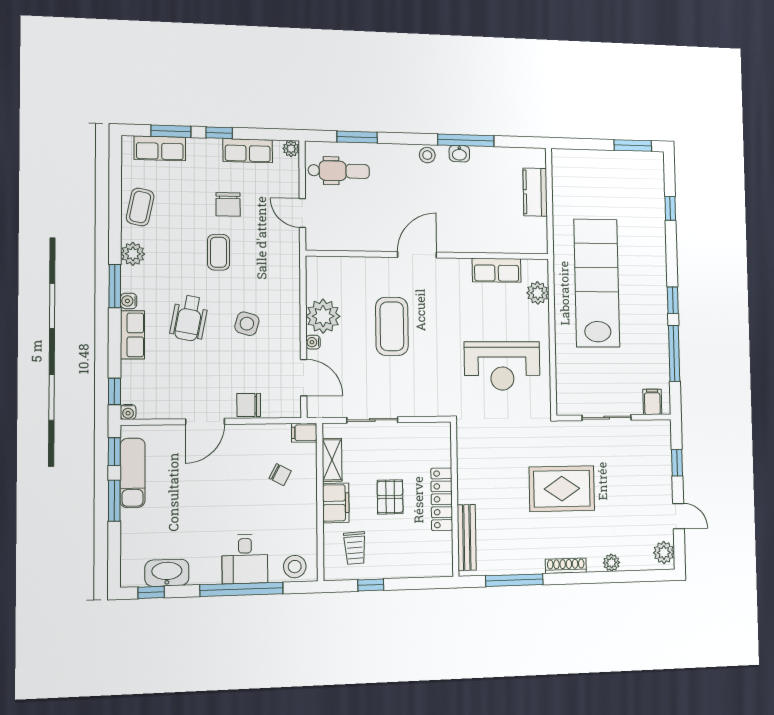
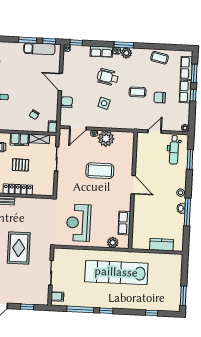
row of seats: (248, 151) -> (185, 92), moved
plant: (133, 254) -> (126, 53), moved
lab bench: (597, 283) -> (116, 272), turned 180

